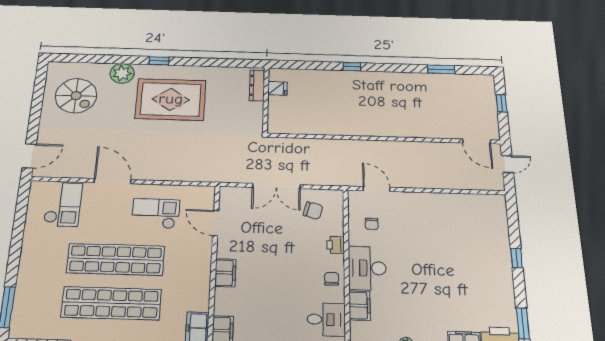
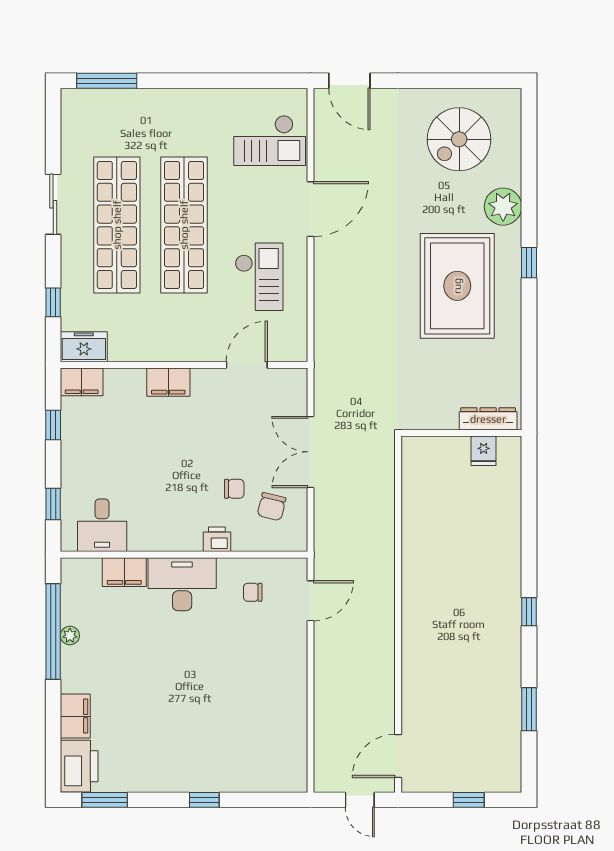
window: (352, 67) -> (529, 612), moved
chair: (332, 279) -> (234, 489), moved

